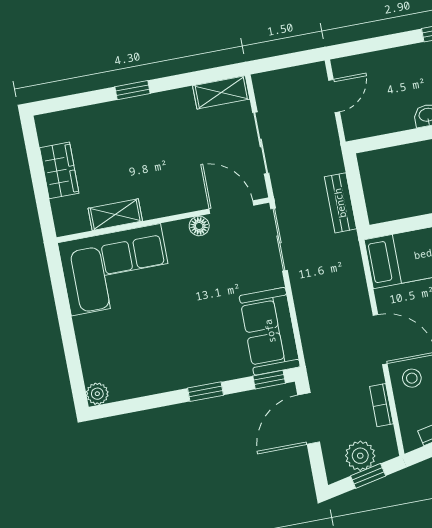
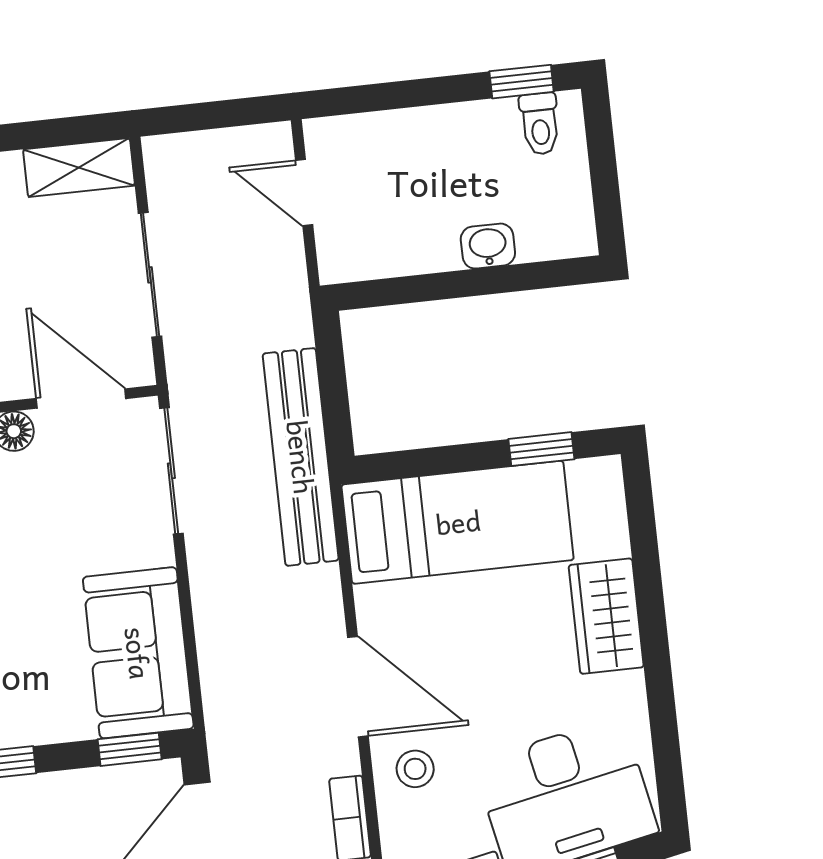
door: (334, 96) -> (304, 193), swing flipped
bench: (340, 203) -> (301, 457), width x1.86, depth x1.21

